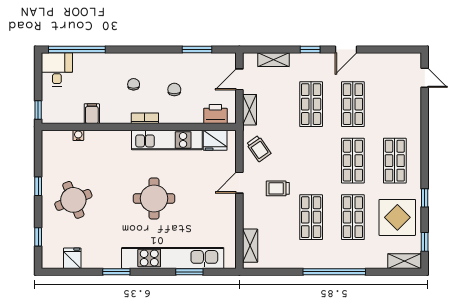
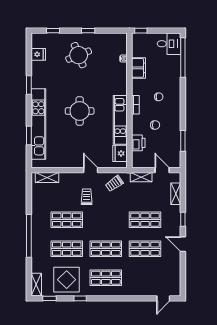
filing cabinet: (92, 114) -> (138, 68), width x2.00
printer: (215, 114) -> (138, 143), moved

